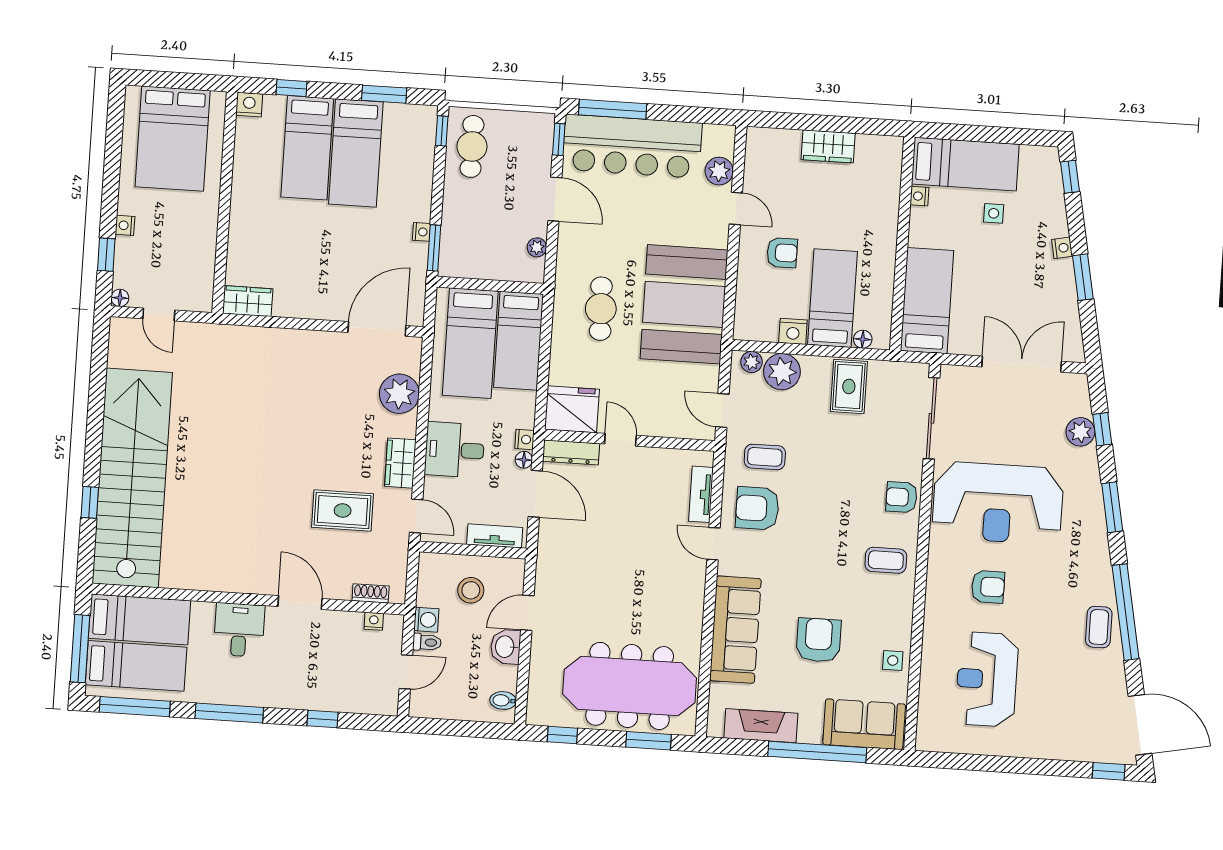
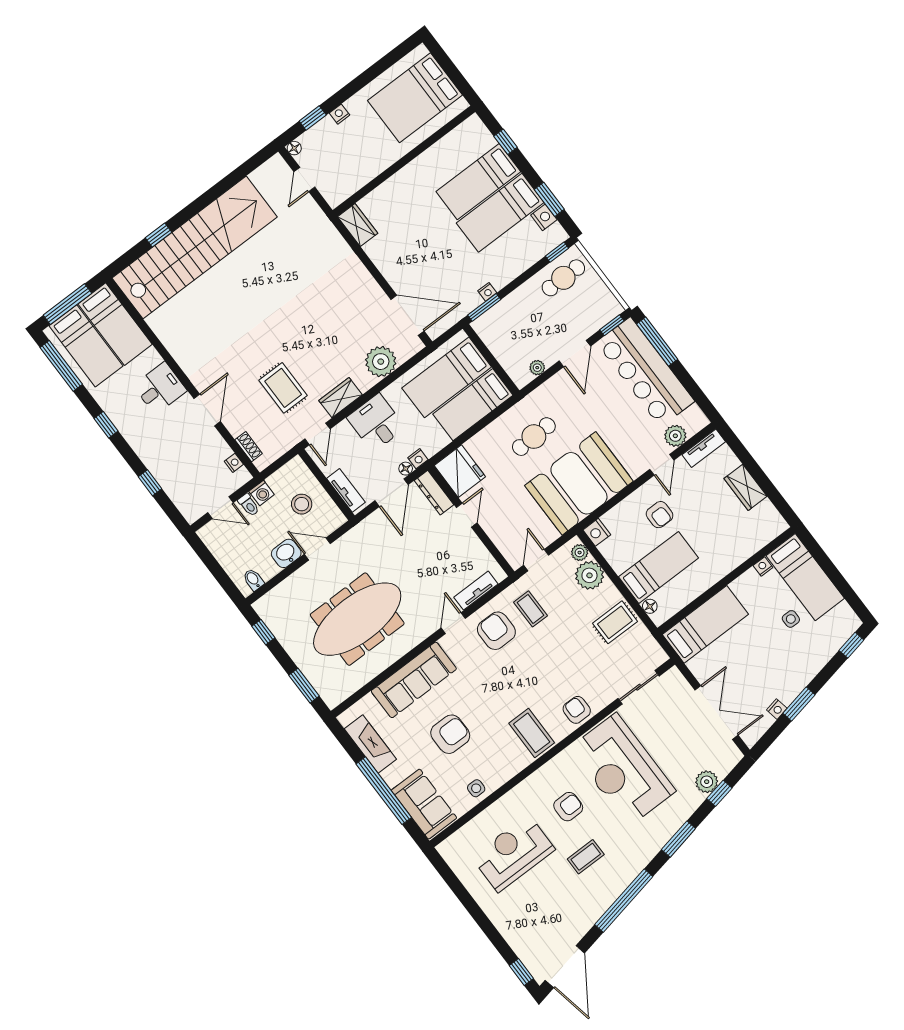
nightstand: (249, 105) -> (544, 217), moved
tv unit: (755, 154) -> (704, 448), added
nightstand: (1062, 248) -> (777, 709), moved
nightstand: (793, 331) -> (597, 532), moved
sliding door: (932, 418) -> (639, 687), width x0.73
coffee table: (886, 560) -> (532, 733), width x1.36, depth x1.30
armchair: (988, 587) -> (568, 807), turned -90
coffee table: (1099, 627) -> (586, 857), moved
meeting table: (630, 686) -> (357, 619), moved, turned 90
window: (229, 713) -> (106, 425), width x0.46

